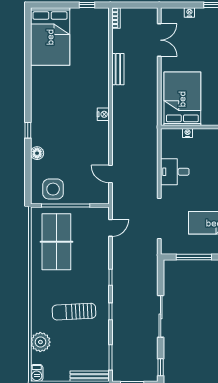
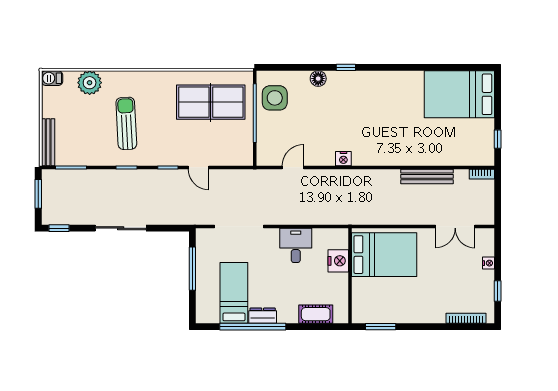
bench: (118, 69) -> (427, 176), width x1.36
nightstand: (103, 114) -> (343, 159), moved
nightstand: (188, 133) -> (338, 261), width x1.89, depth x1.79
door: (110, 228) -> (199, 167), moved

